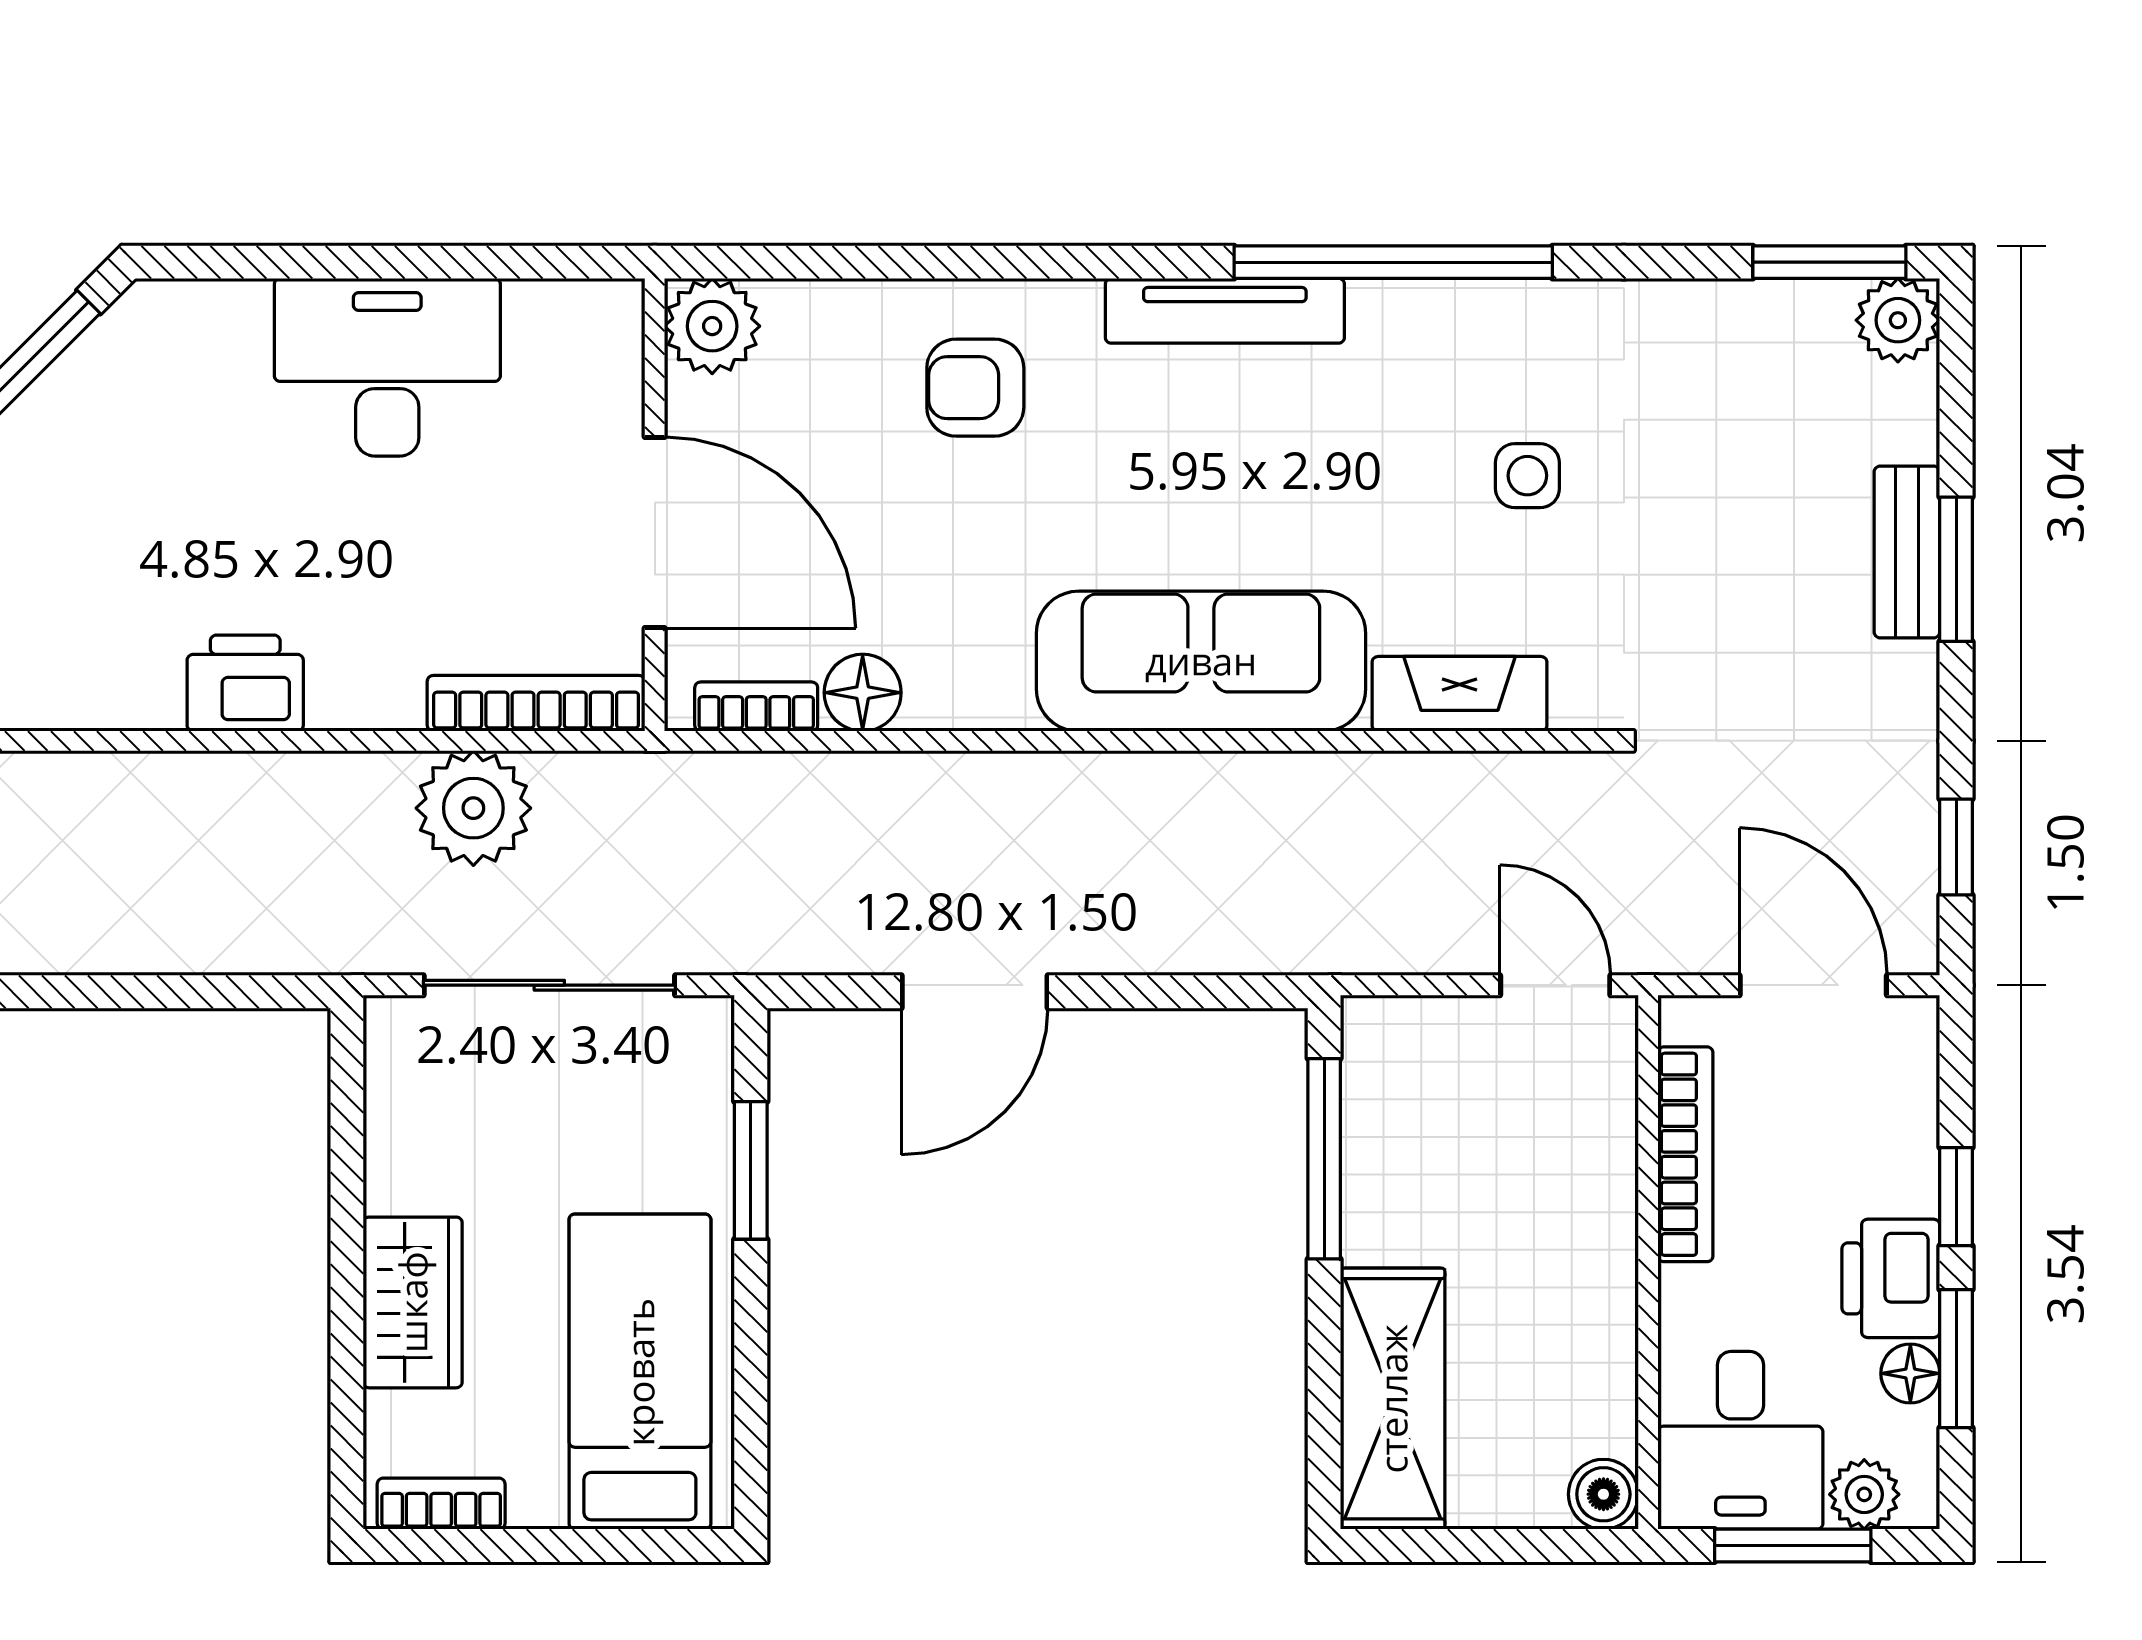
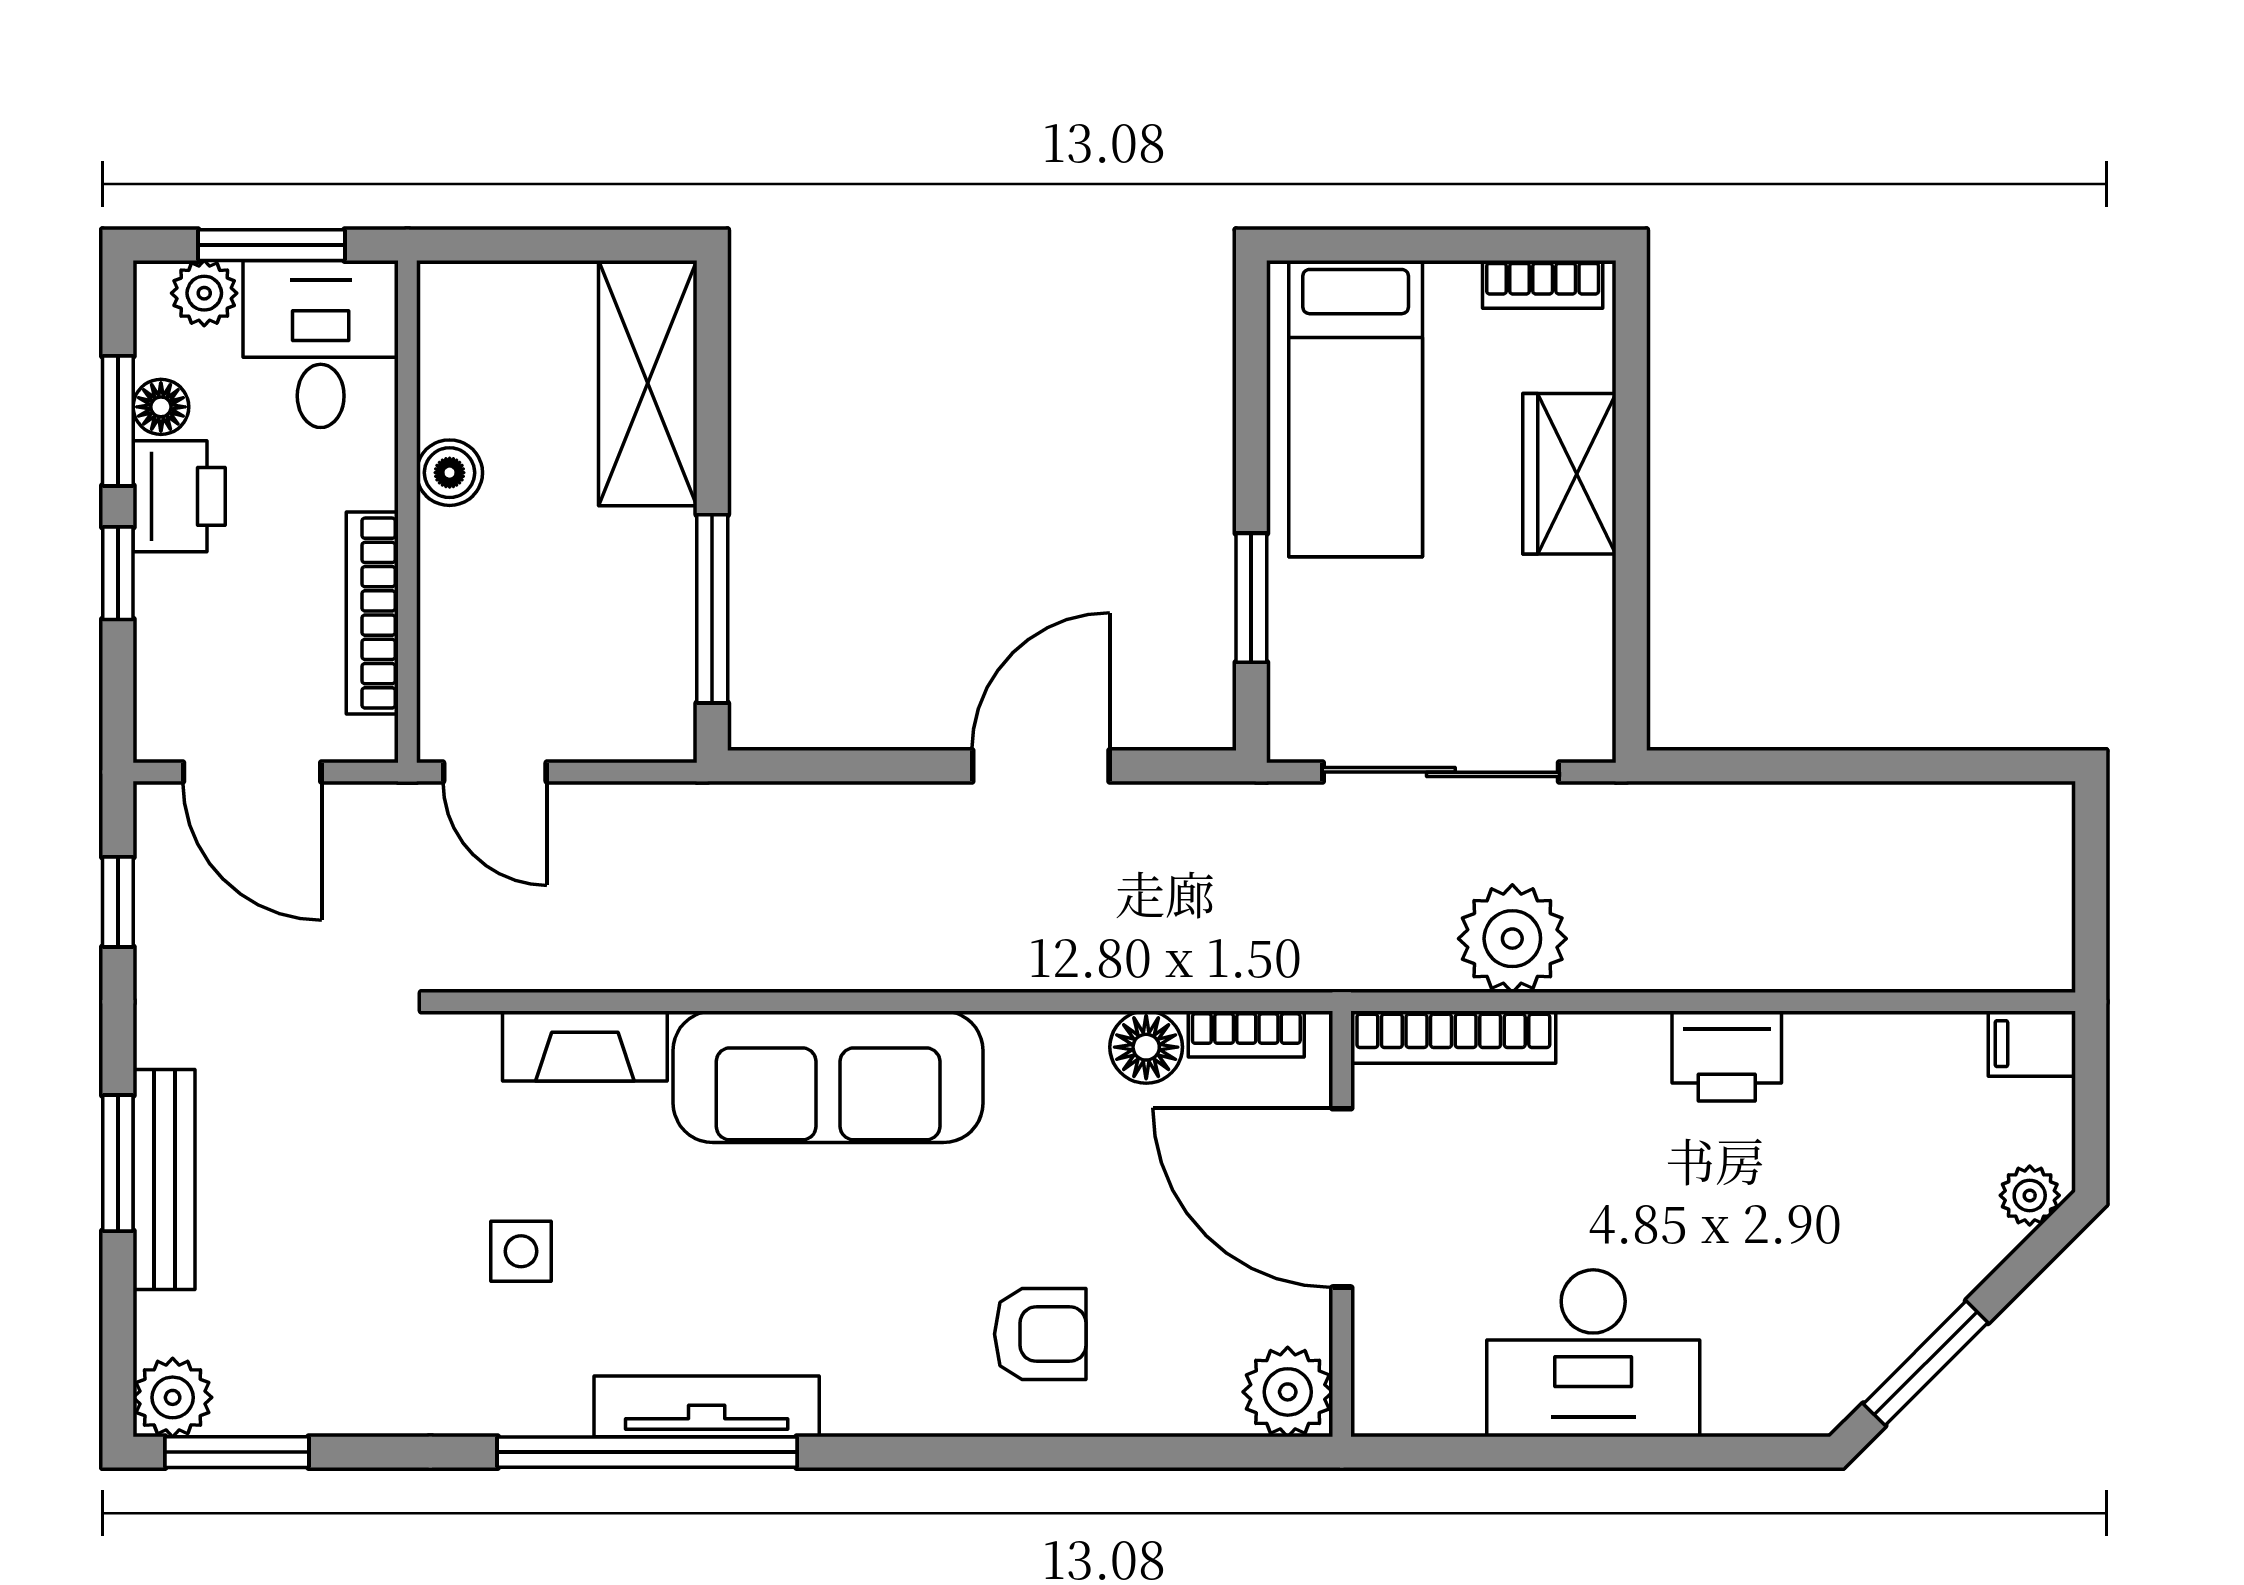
tv unit: (1225, 311) -> (707, 1406), moved
bench: (1907, 552) -> (164, 1179), width x1.36
boiler: (1603, 1494) -> (450, 473), moved

